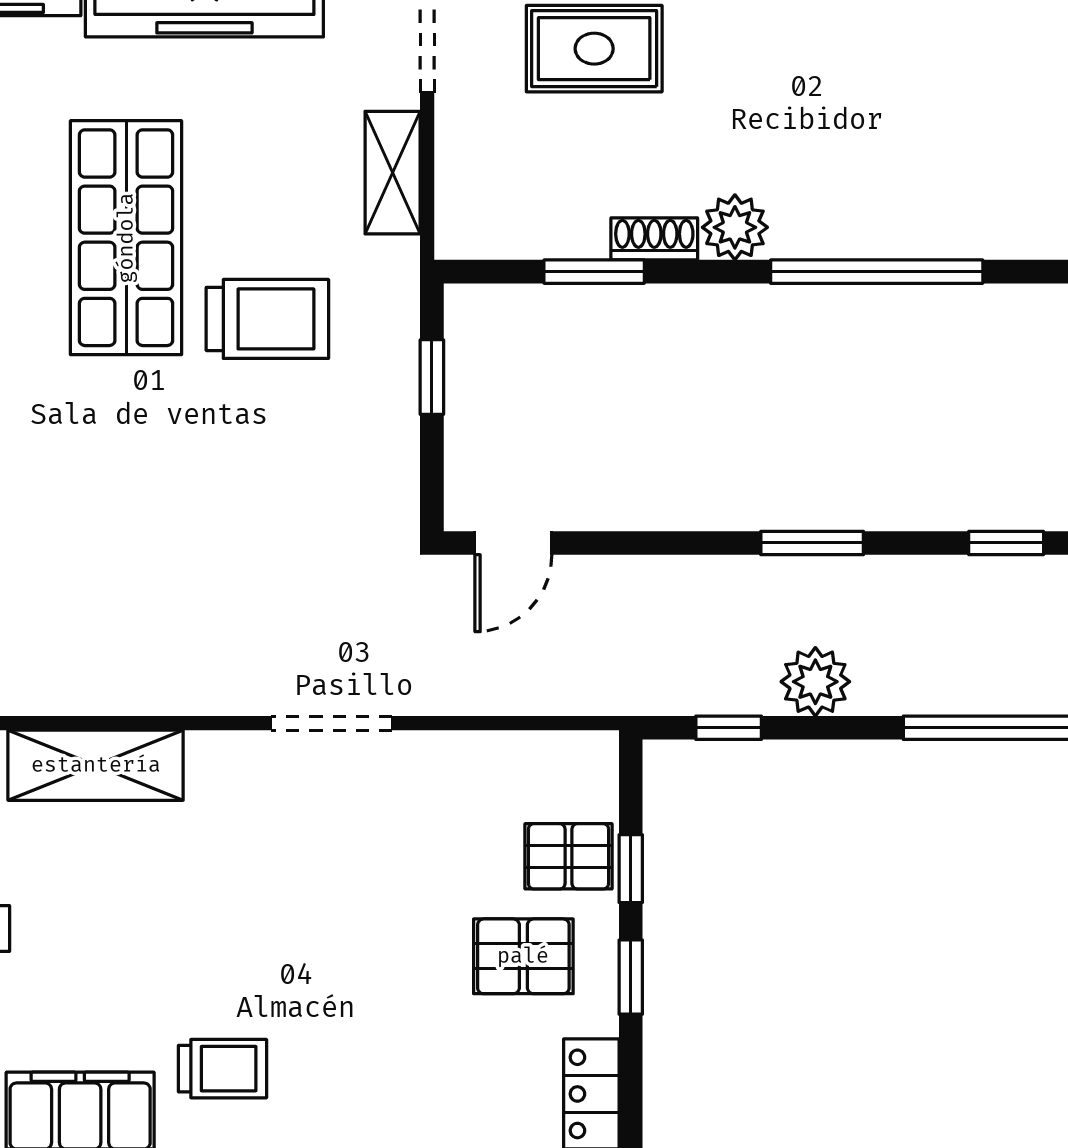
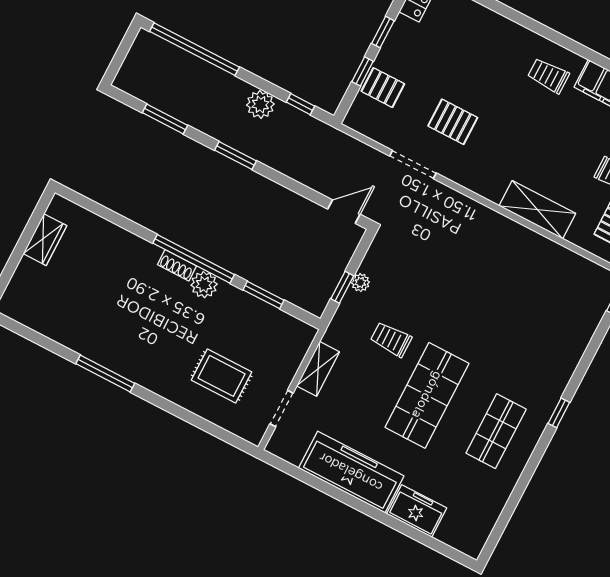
shoe rack: (654, 239) -> (177, 265), moved
window: (877, 272) -> (194, 259), moved
trolley: (267, 319) -> (391, 339), width x0.73, depth x0.72
plant: (398, 408) -> (360, 282), added
window: (1006, 543) -> (165, 119), width x1.50
doorway: (332, 723) -> (413, 165), moved
pallet: (523, 956) -> (453, 122), moved

